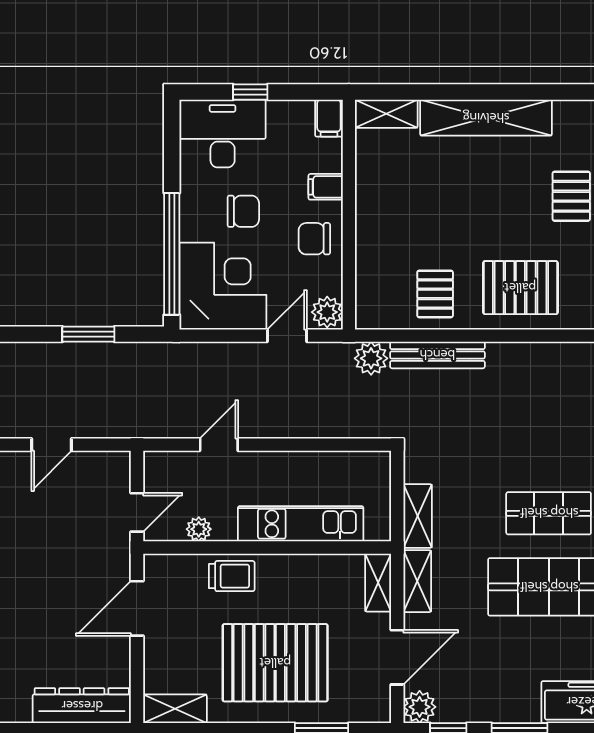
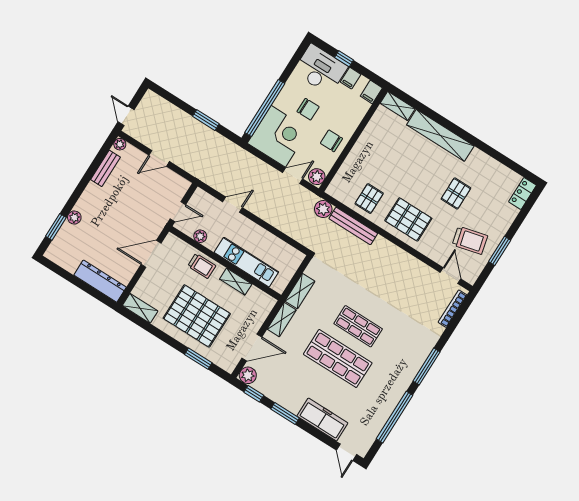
filing cabinet: (326, 187) -> (351, 78), moved, turned -90
shelving: (378, 583) -> (236, 282), moved, turned 90

